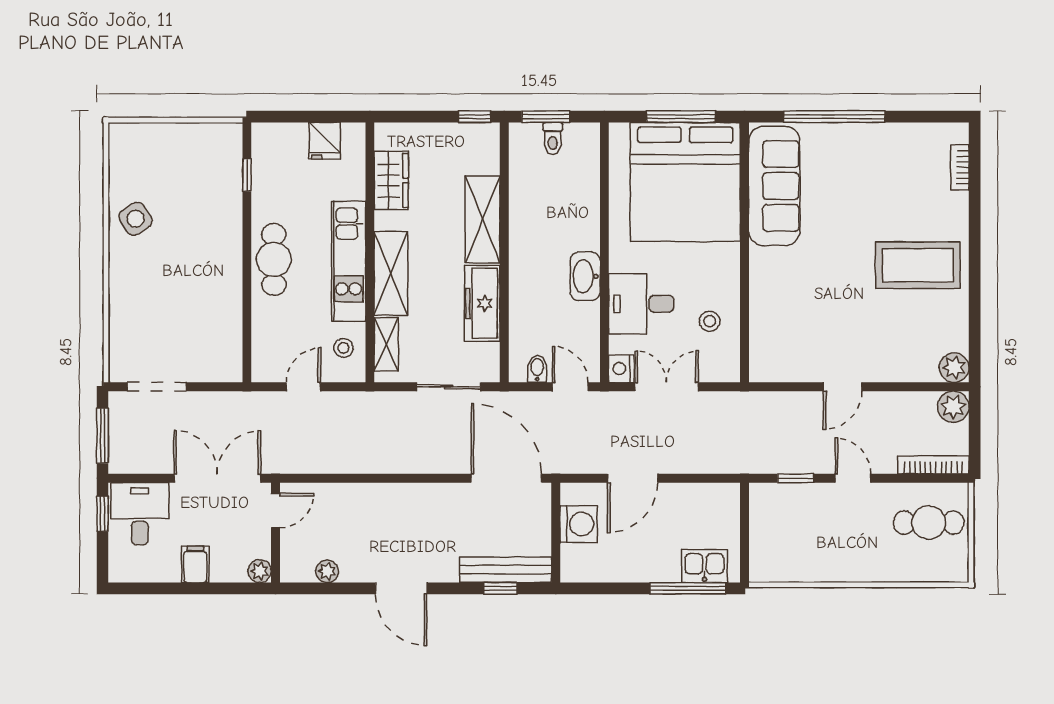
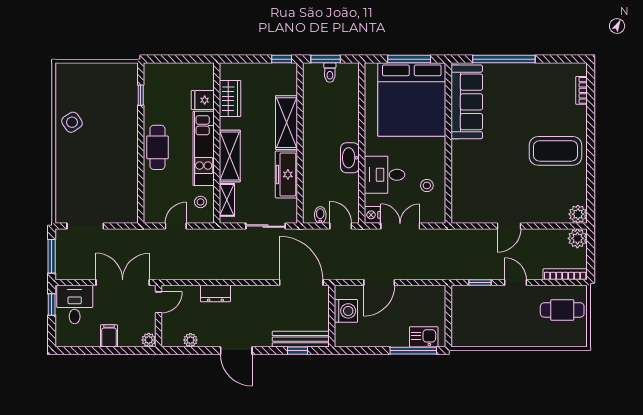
fridge: (325, 141) -> (203, 100), moved, turned 90
dresser: (368, 496) -> (215, 294), added

